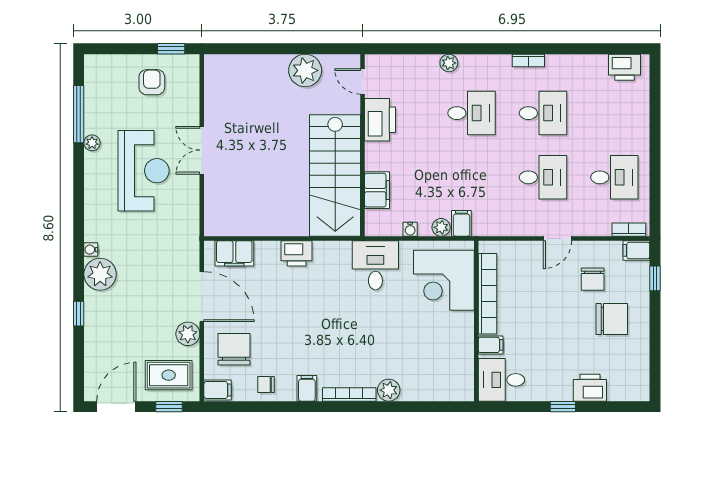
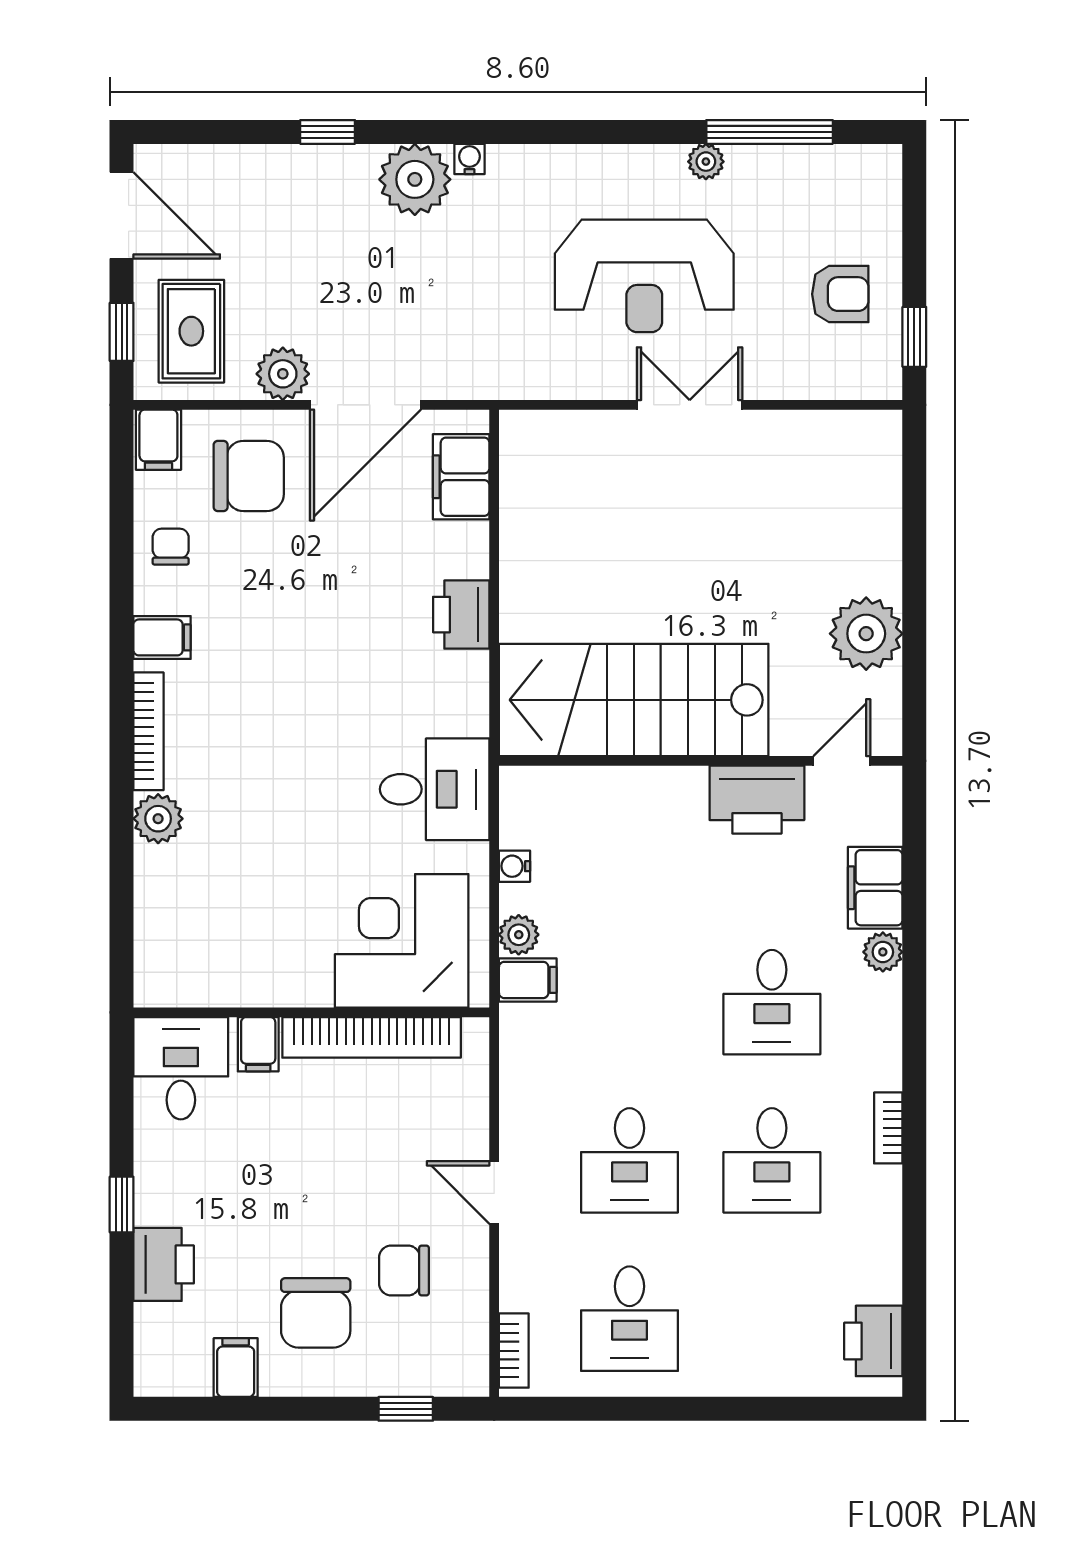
filing cabinet: (377, 190) -> (875, 888), moved, turned 90
filing cabinet: (636, 250) -> (236, 1368), moved

